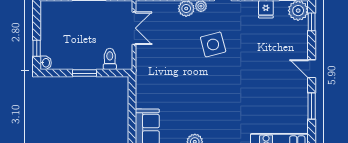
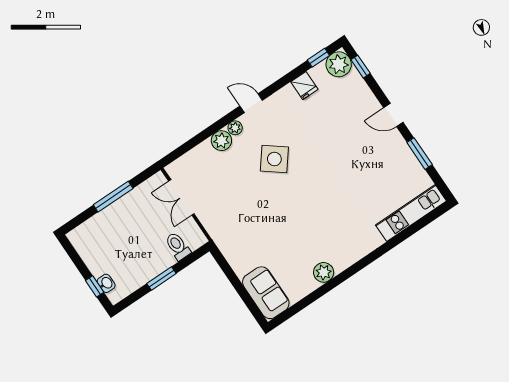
double door: (134, 28) -> (181, 197), swing flipped
side table: (213, 44) -> (274, 159), turned -37
washbasin: (46, 63) -> (106, 283), moved

